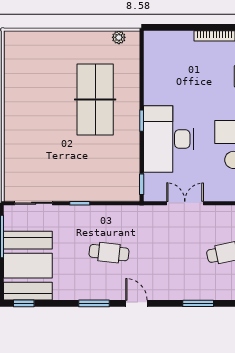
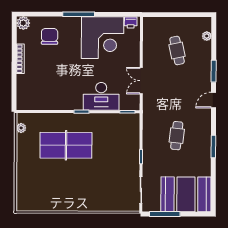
desk: (169, 139) -> (101, 96), width x0.73, depth x0.77
window: (24, 303) -> (213, 197), removed
door: (136, 303) -> (214, 100), moved

